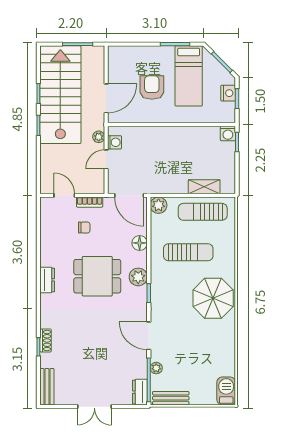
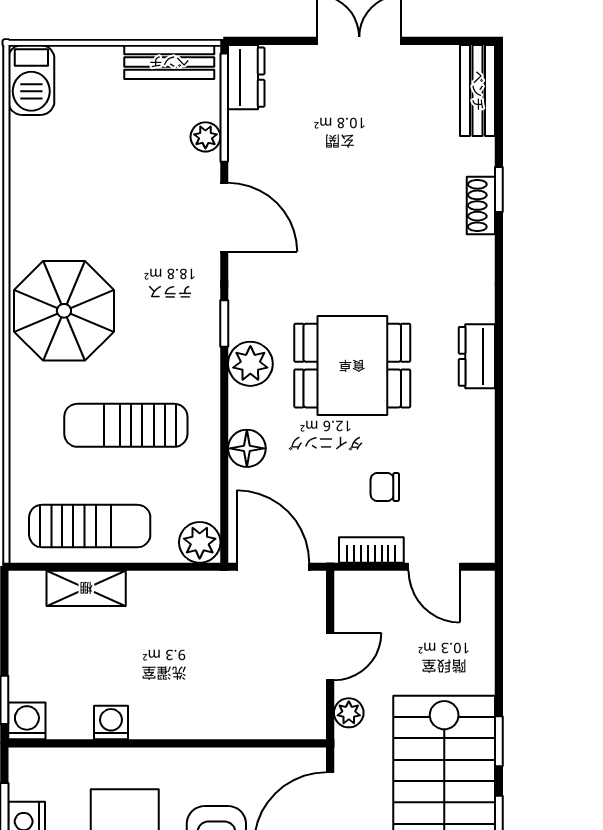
washing machine: (115, 142) -> (111, 723), moved, turned 90

